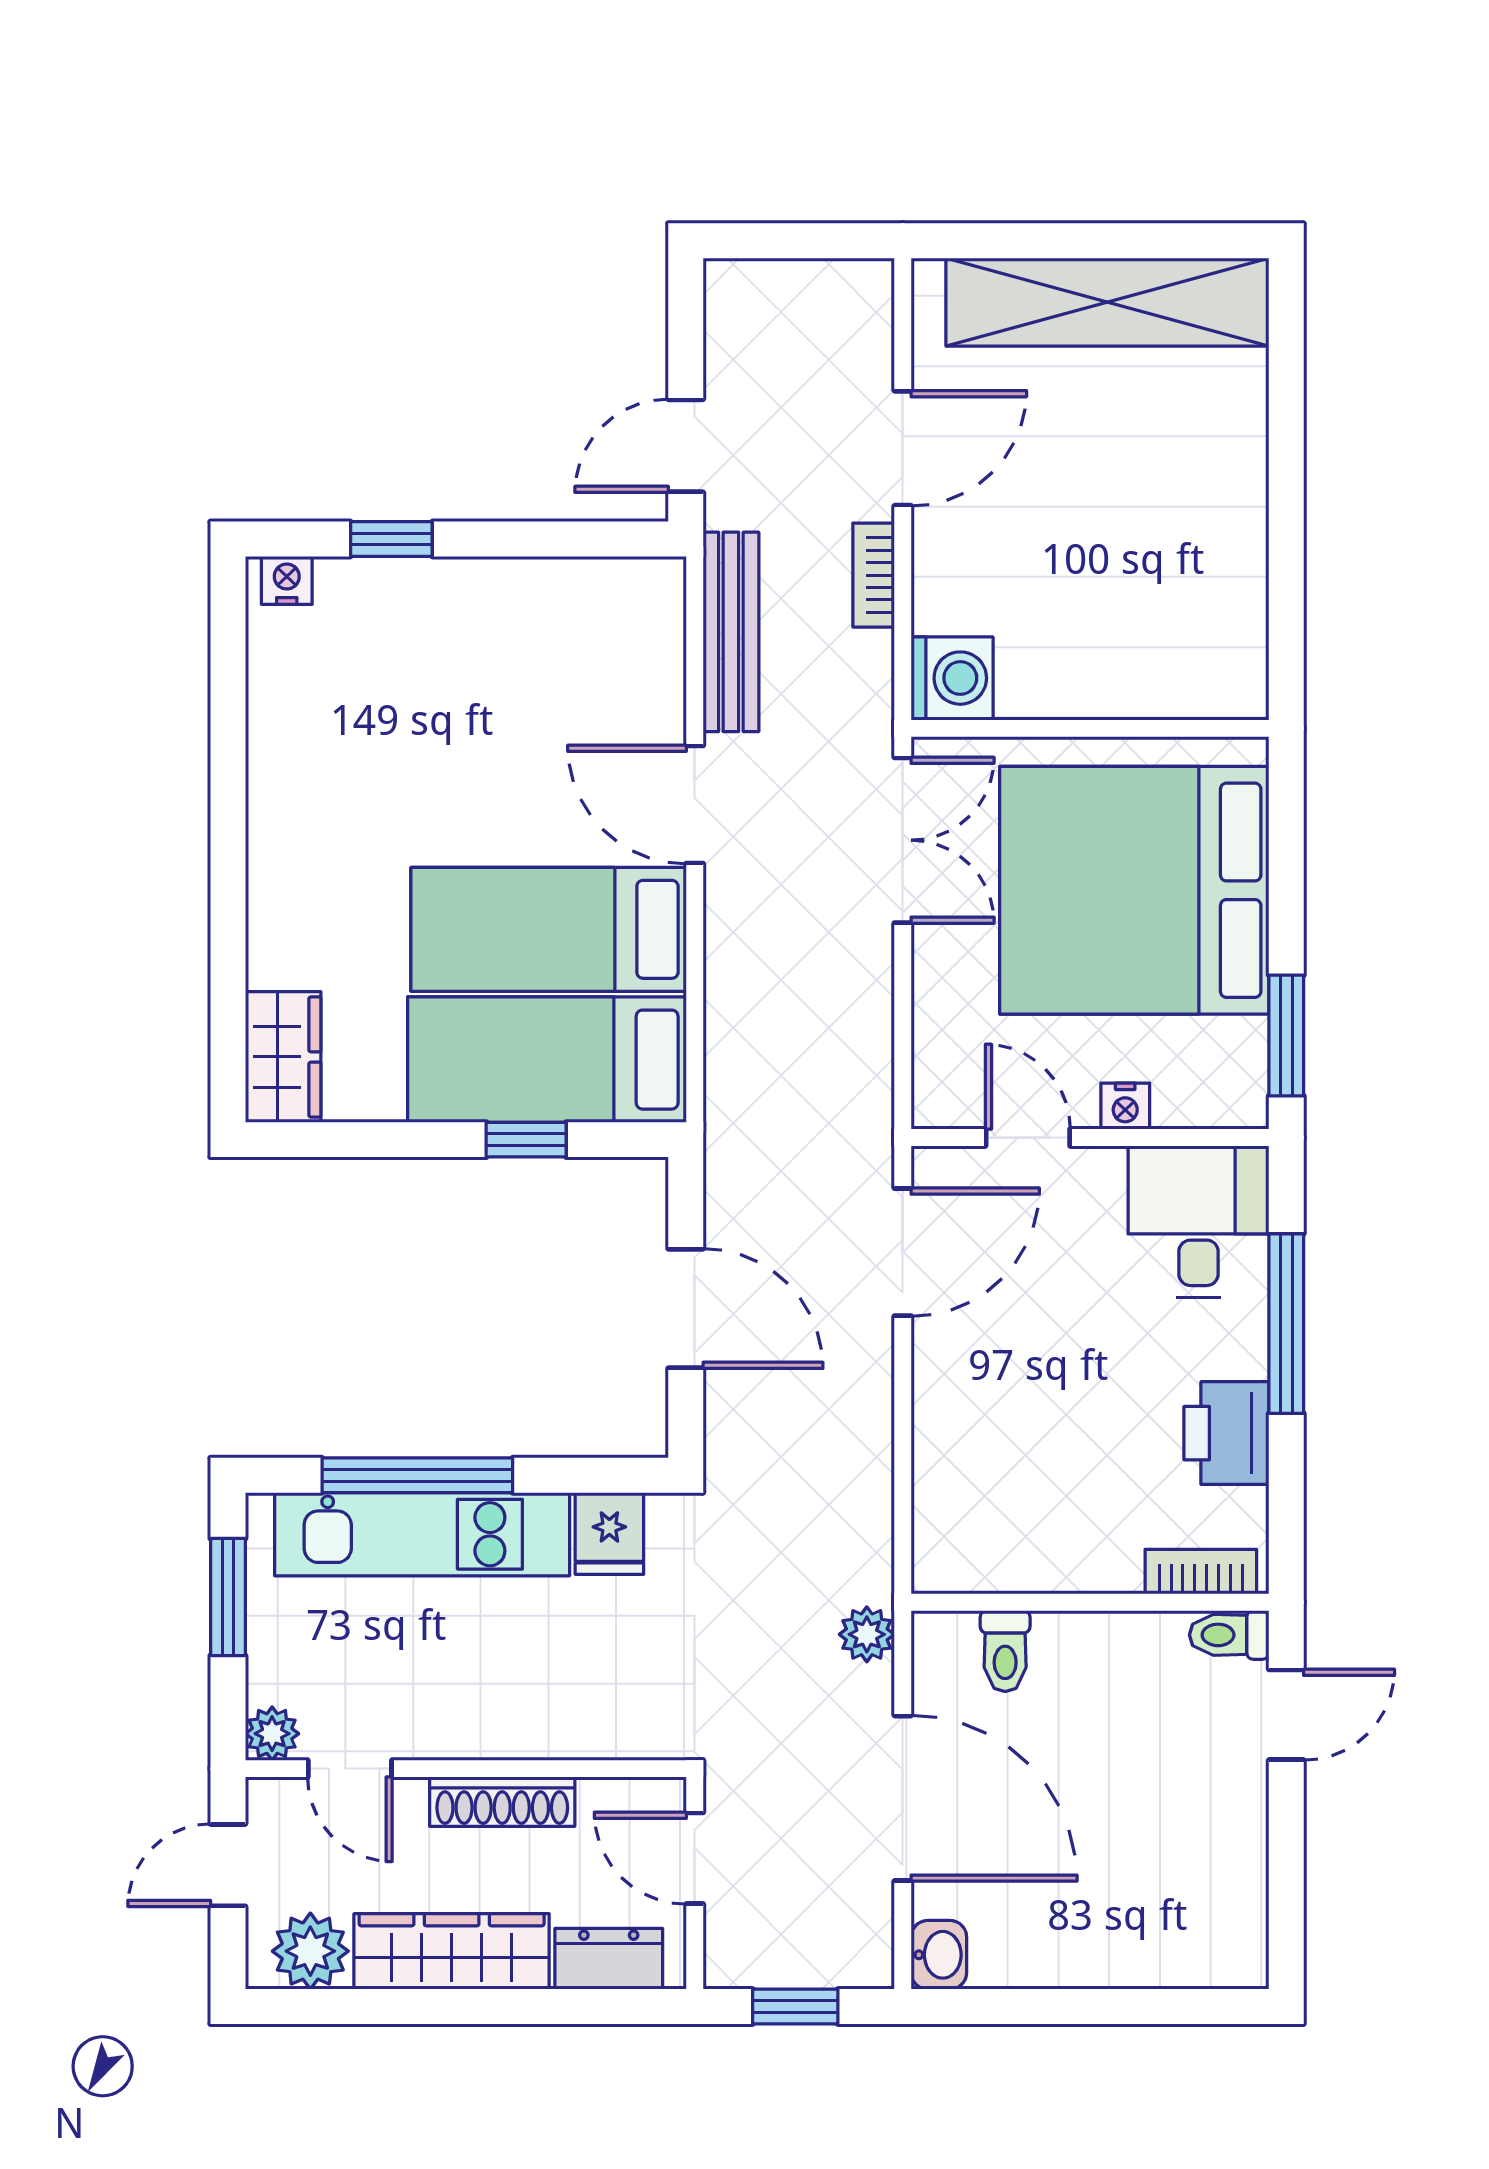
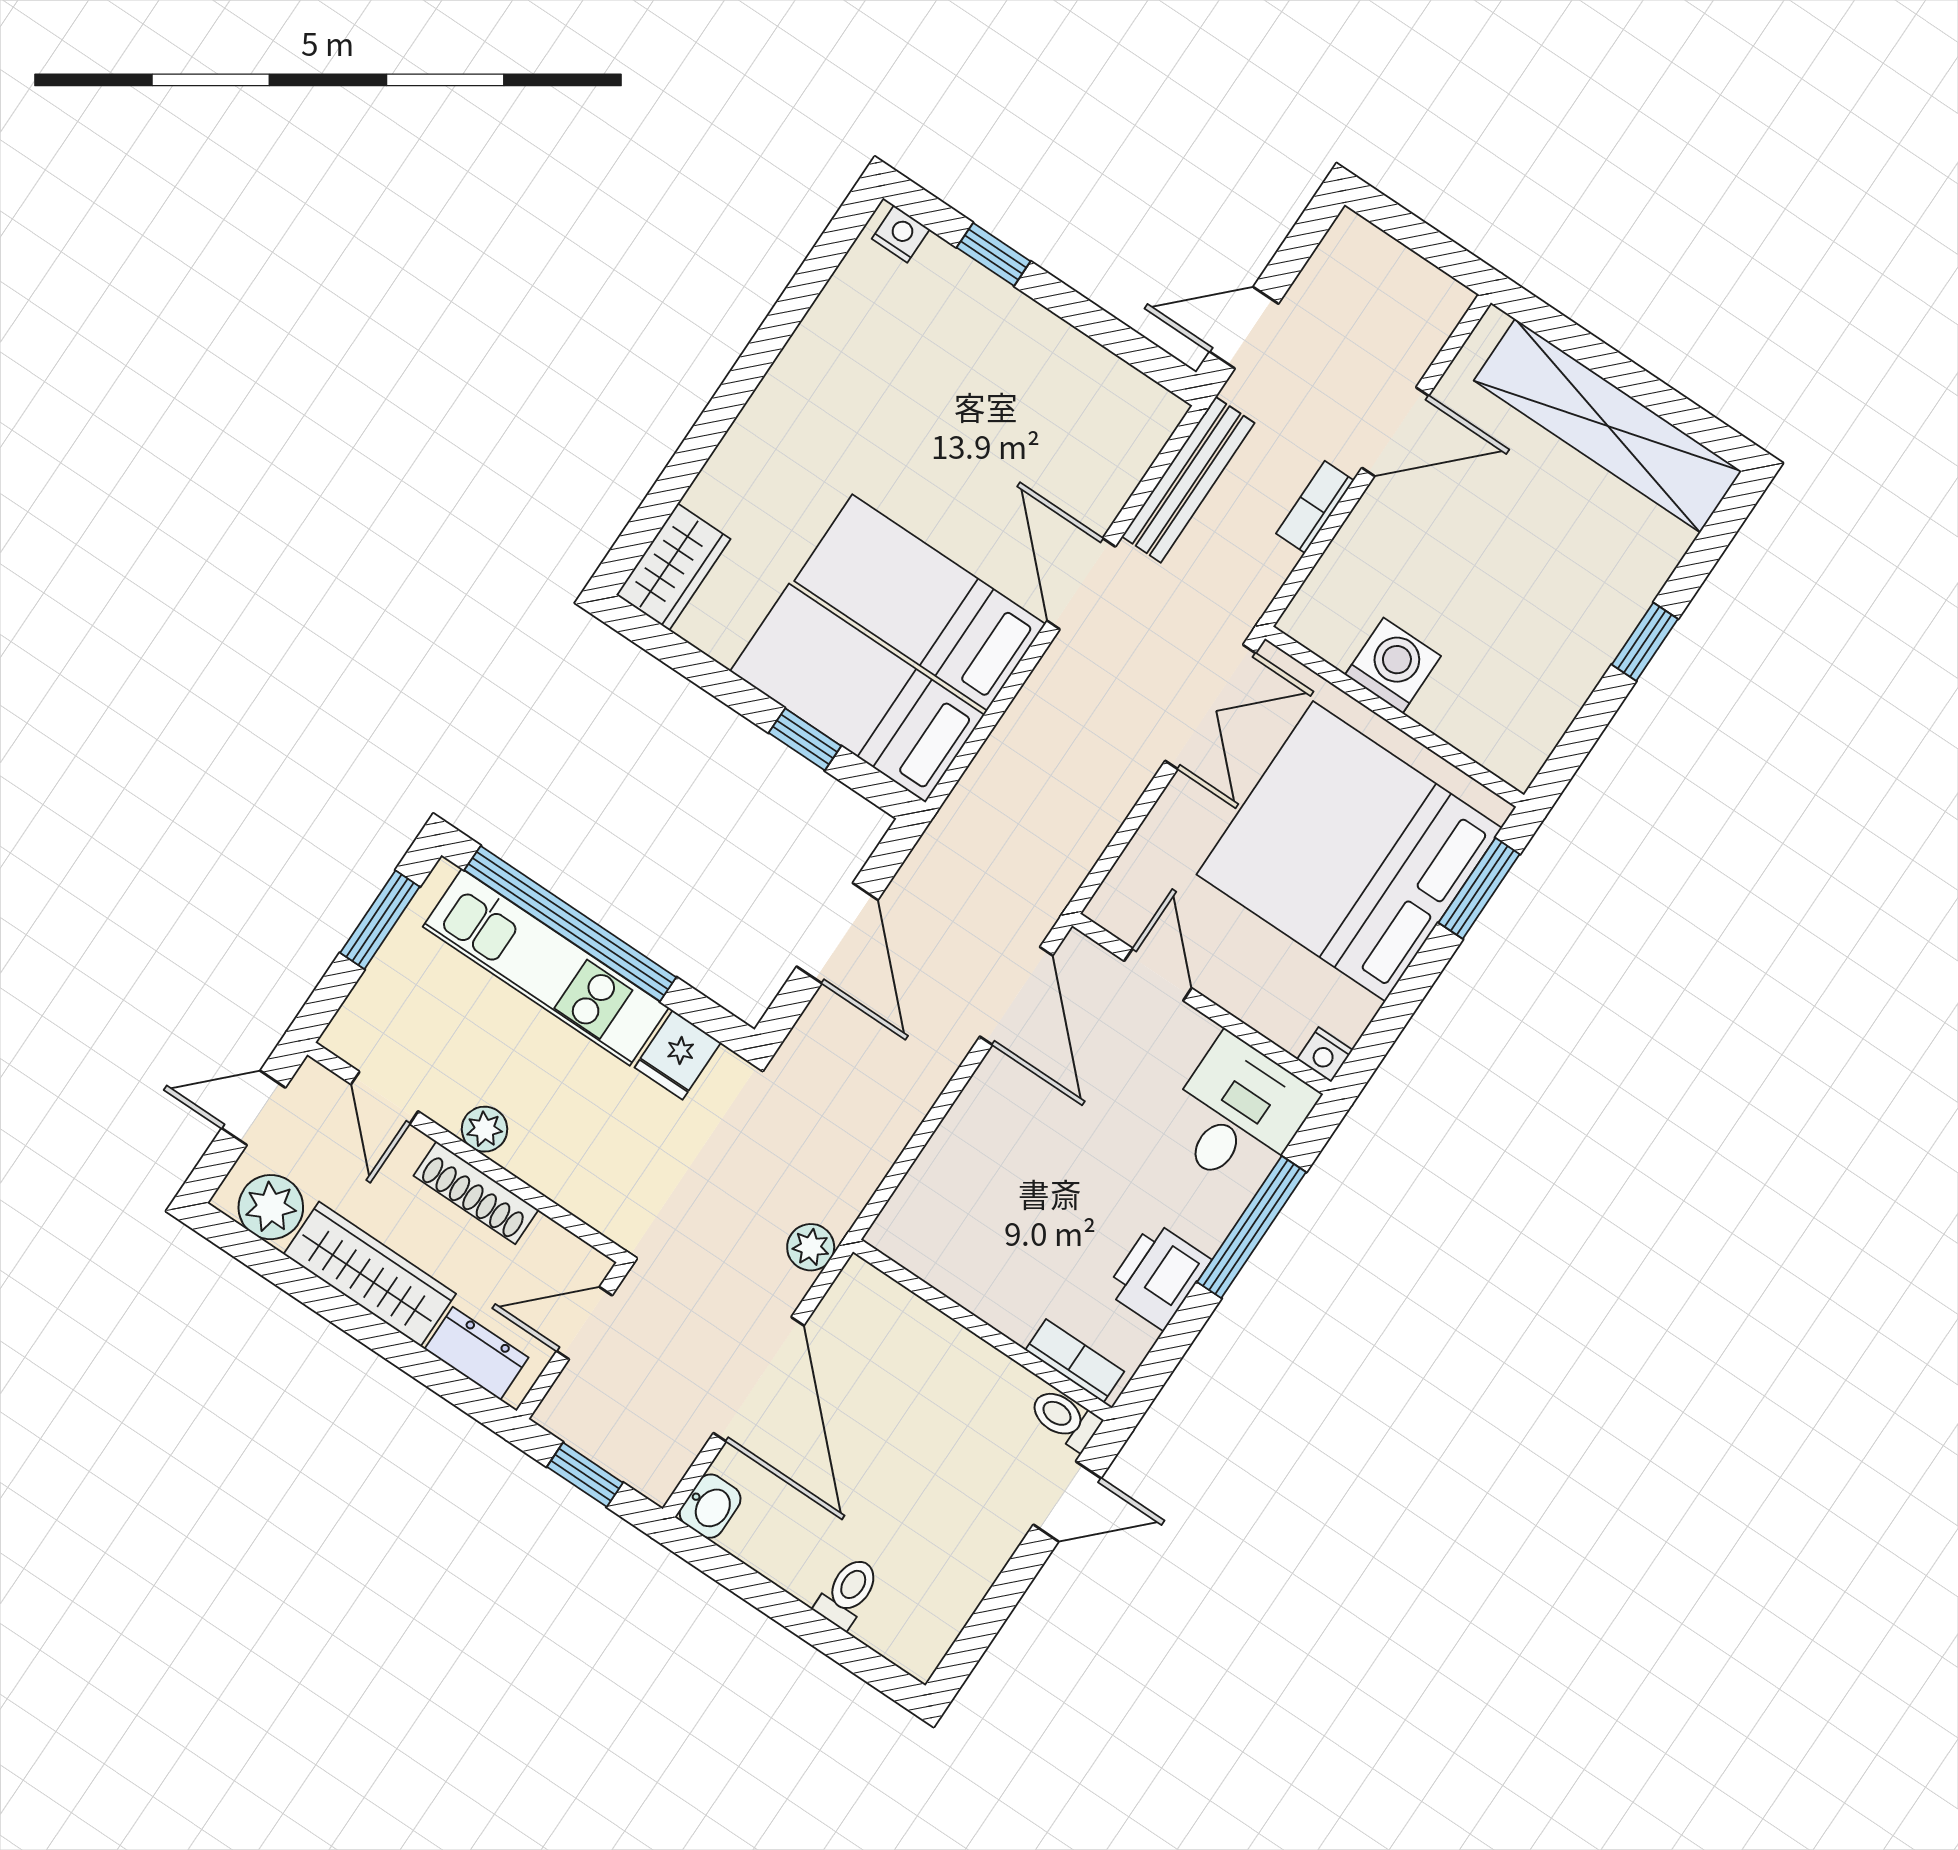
window: (1286, 490) -> (1645, 642), added
washing machine: (952, 678) -> (1393, 665), moved, turned -90
window: (1286, 1035) -> (1479, 888), moved
nightstand: (1125, 1106) -> (1325, 1055), moved
door: (903, 1252) -> (1016, 996), hinge flipped
window: (417, 1475) -> (570, 924), width x1.46
toilet: (1005, 1651) -> (848, 1592), moved, turned 180
plant: (272, 1734) -> (485, 1129), moved
door: (695, 1858) -> (584, 1323), hinge flipped

